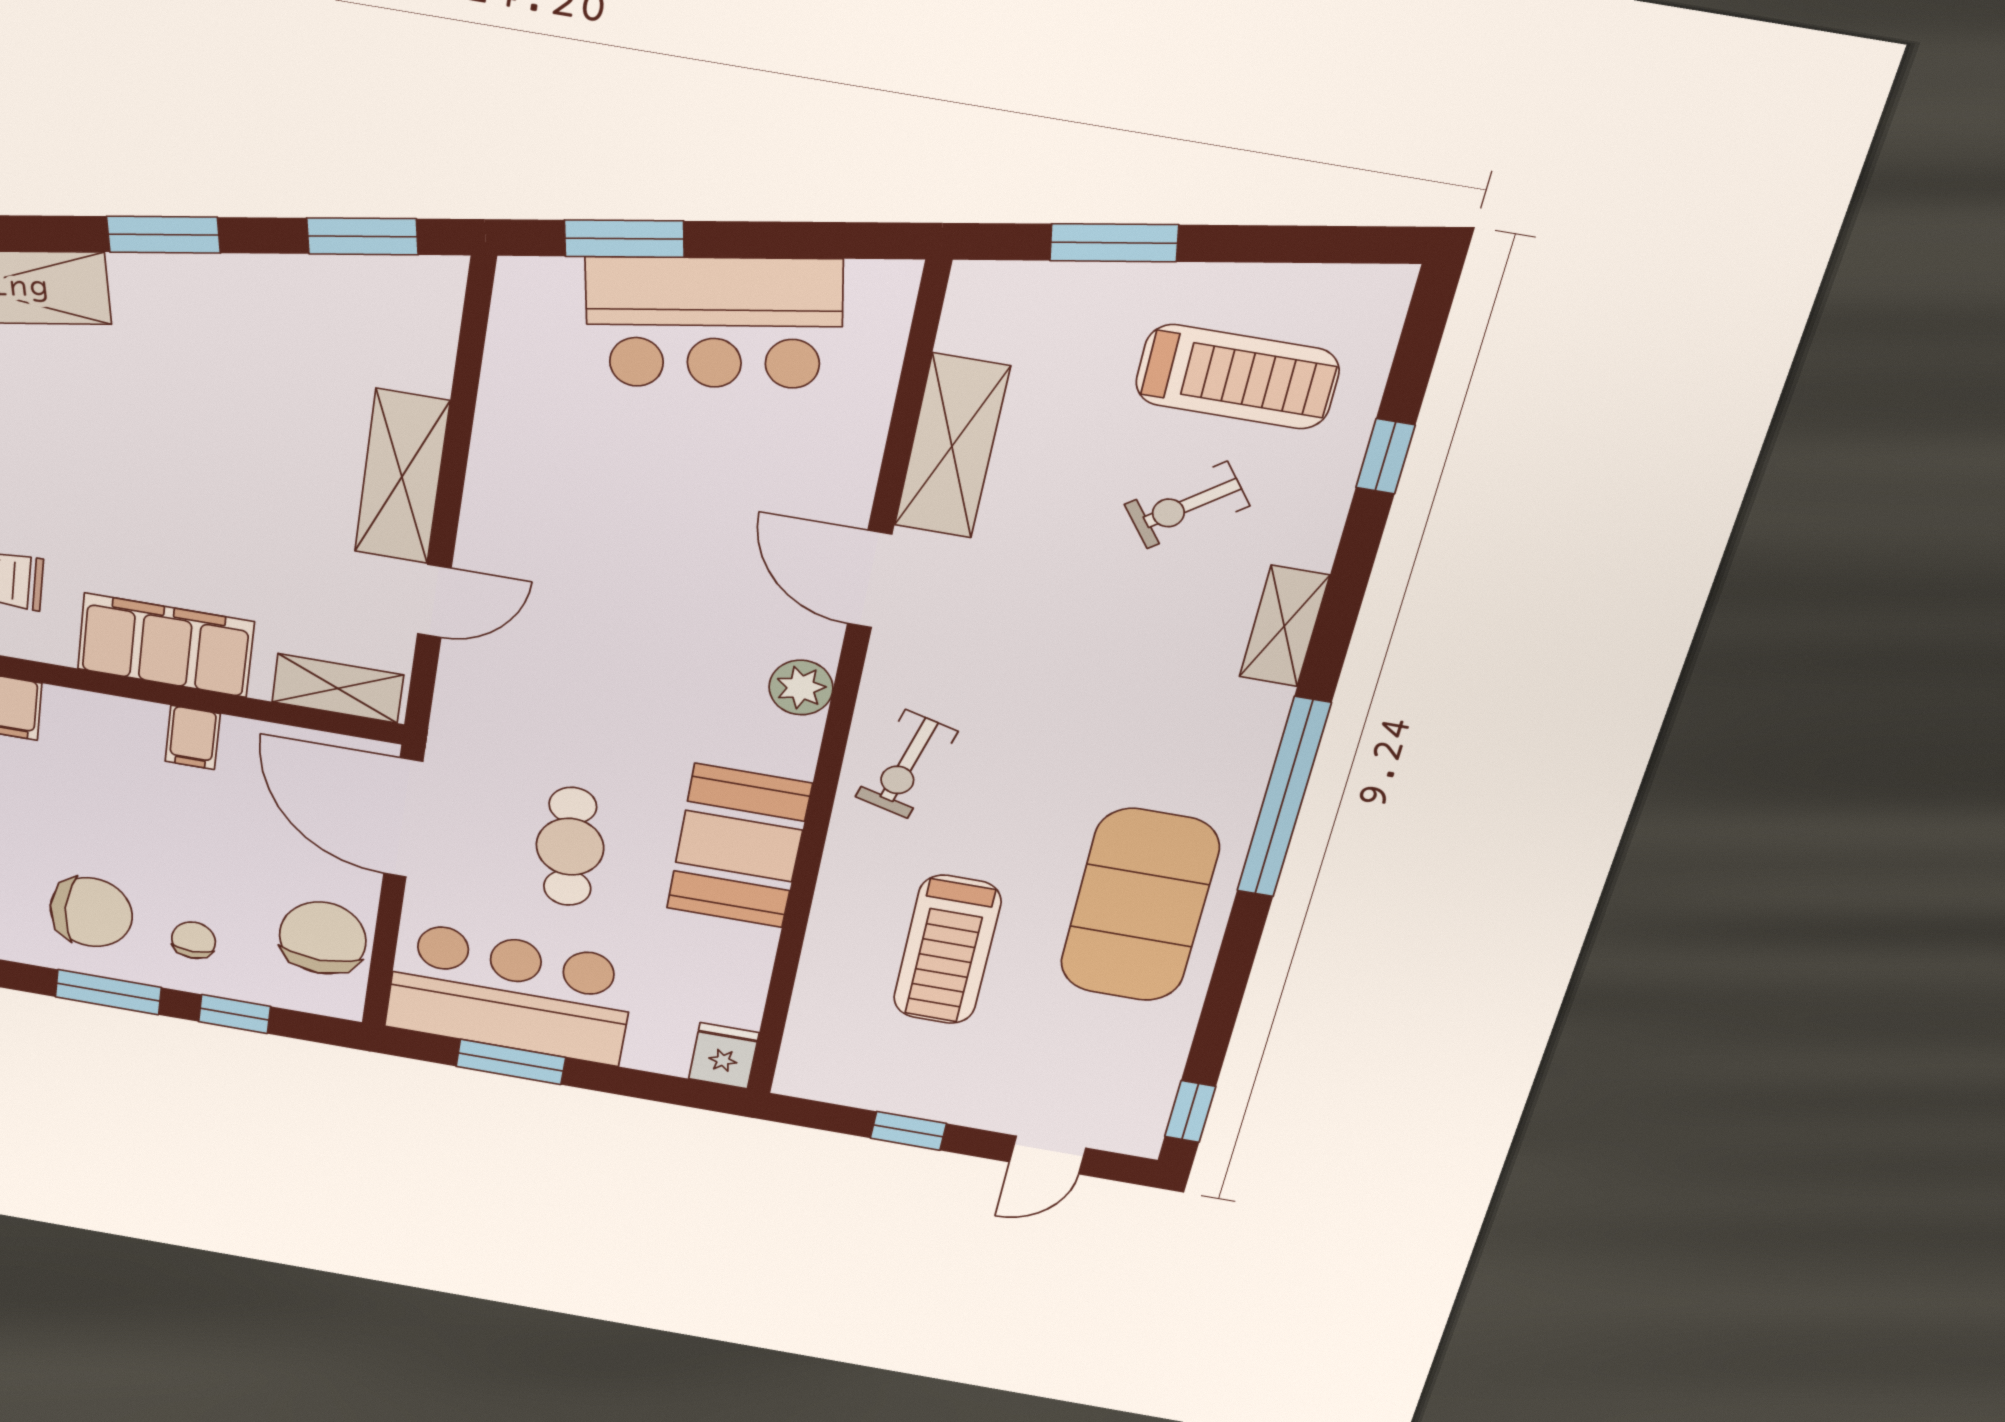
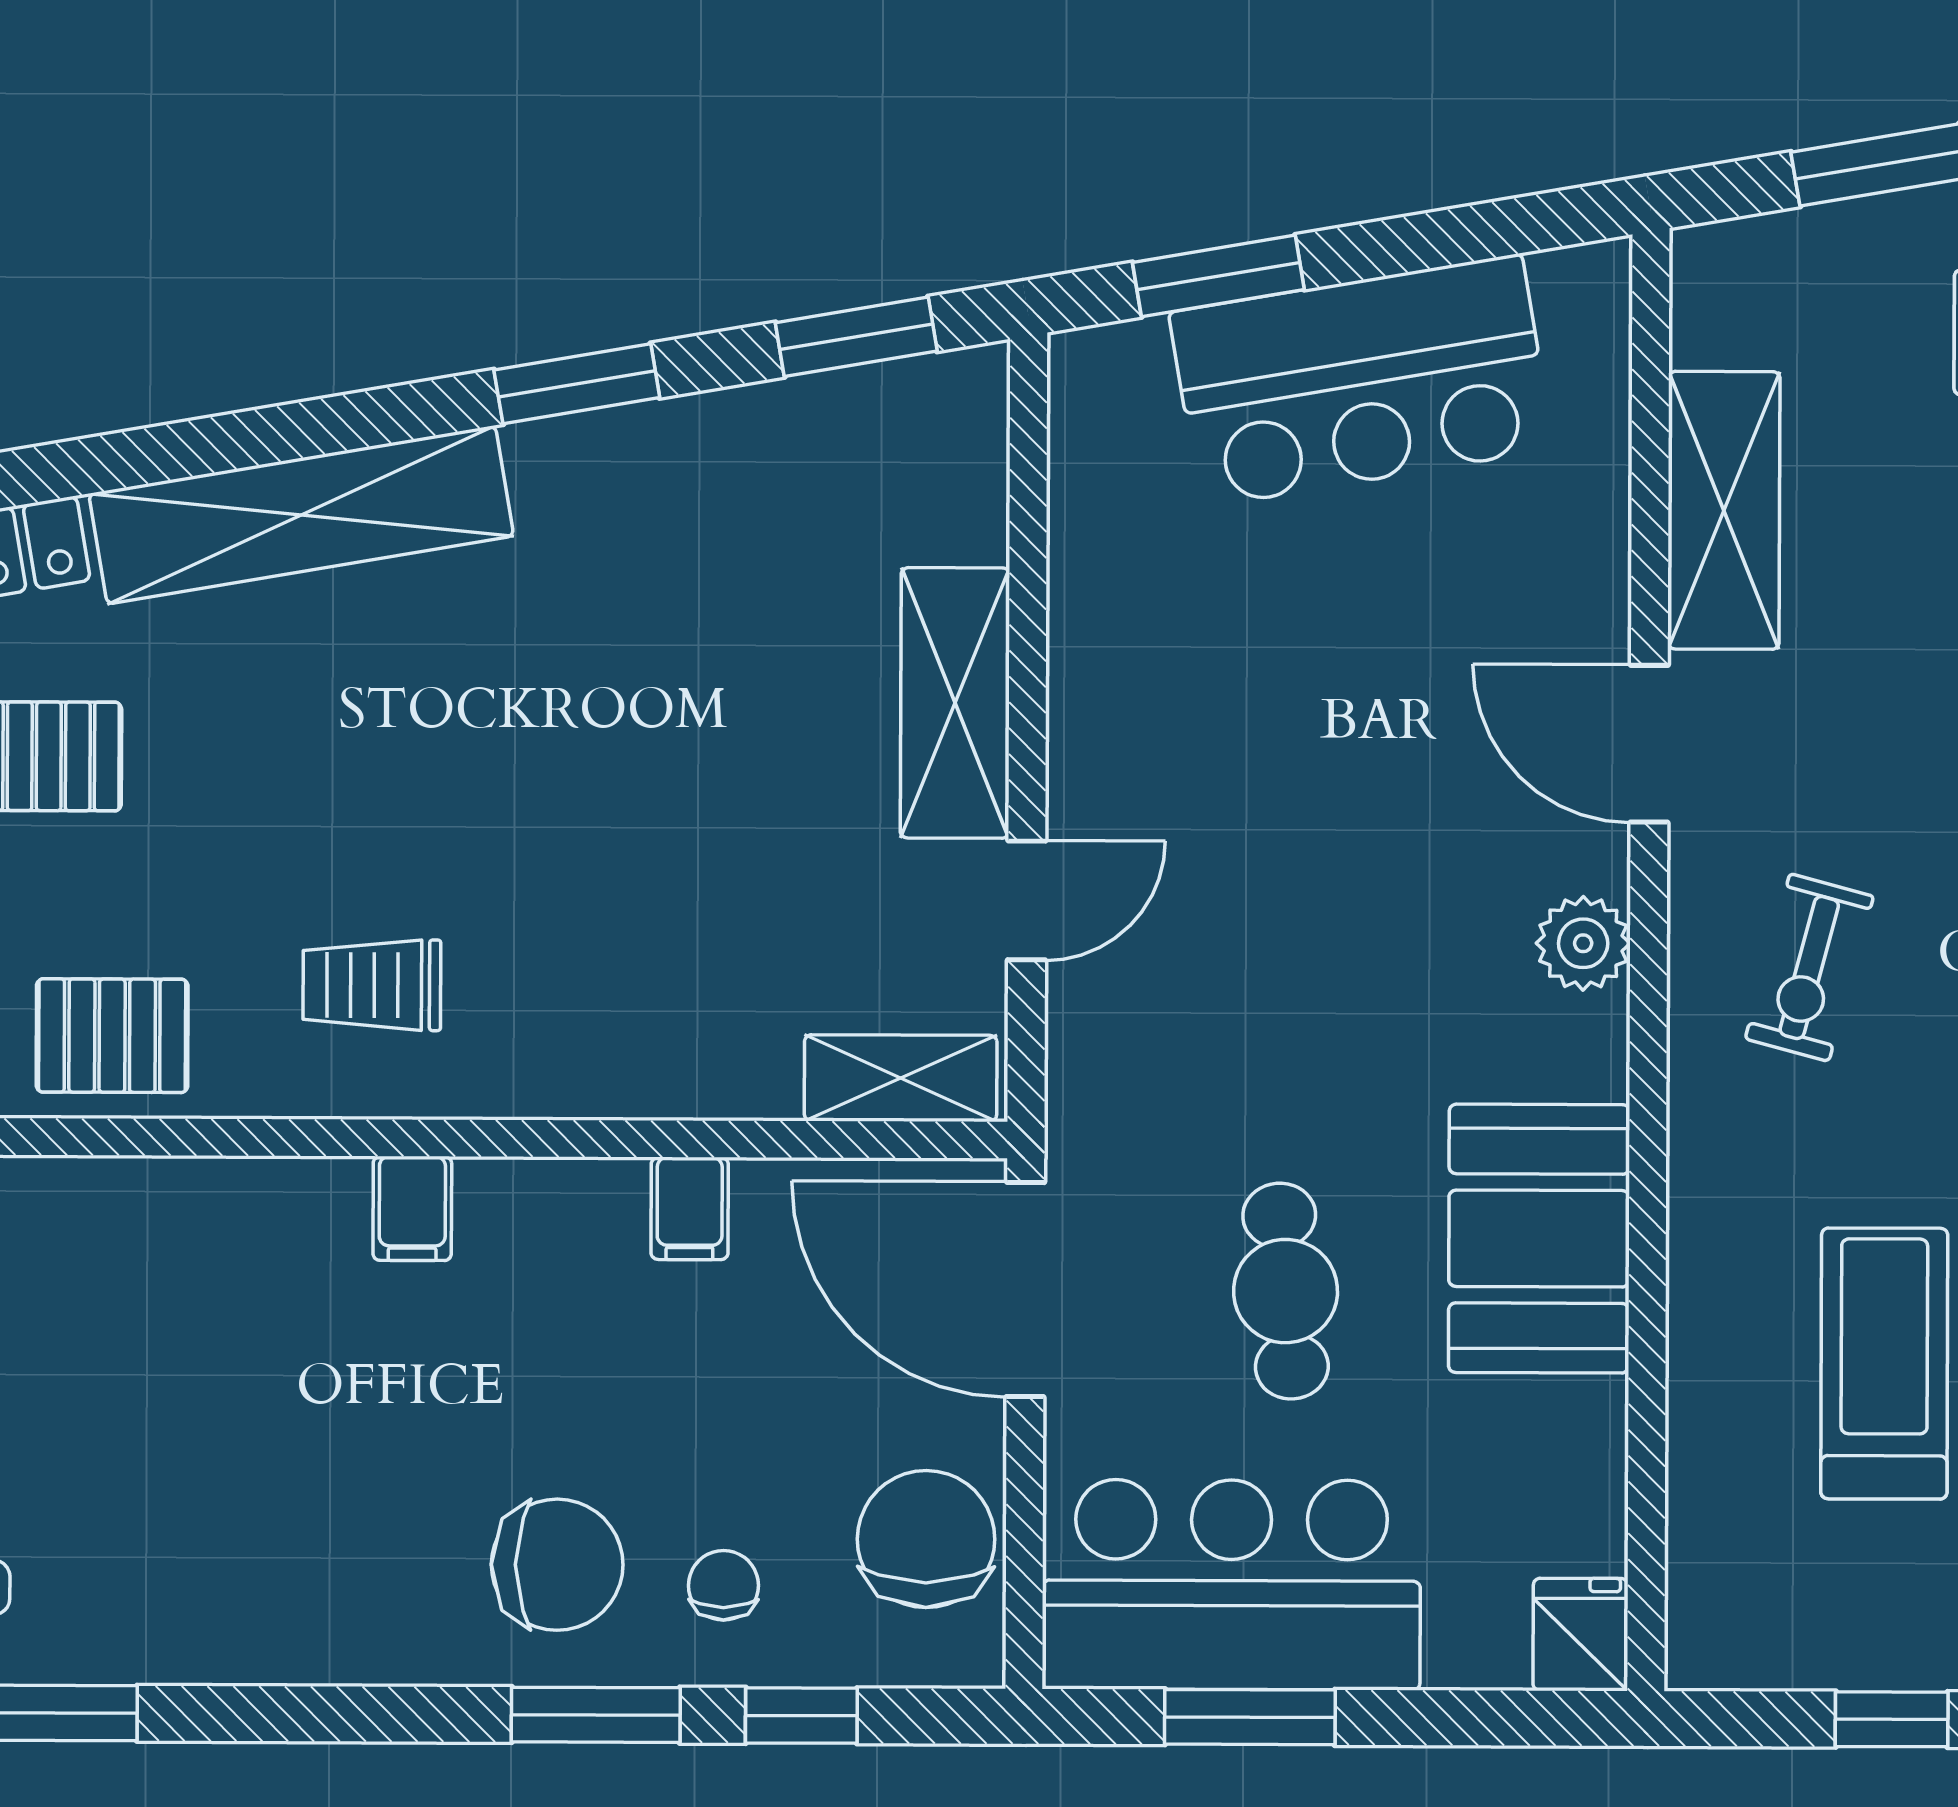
filing cabinet: (166, 645) -> (635, 1053), removed
exercise bike: (906, 764) -> (1809, 968), moved
treadmill: (947, 950) -> (1884, 1363), turned 180

